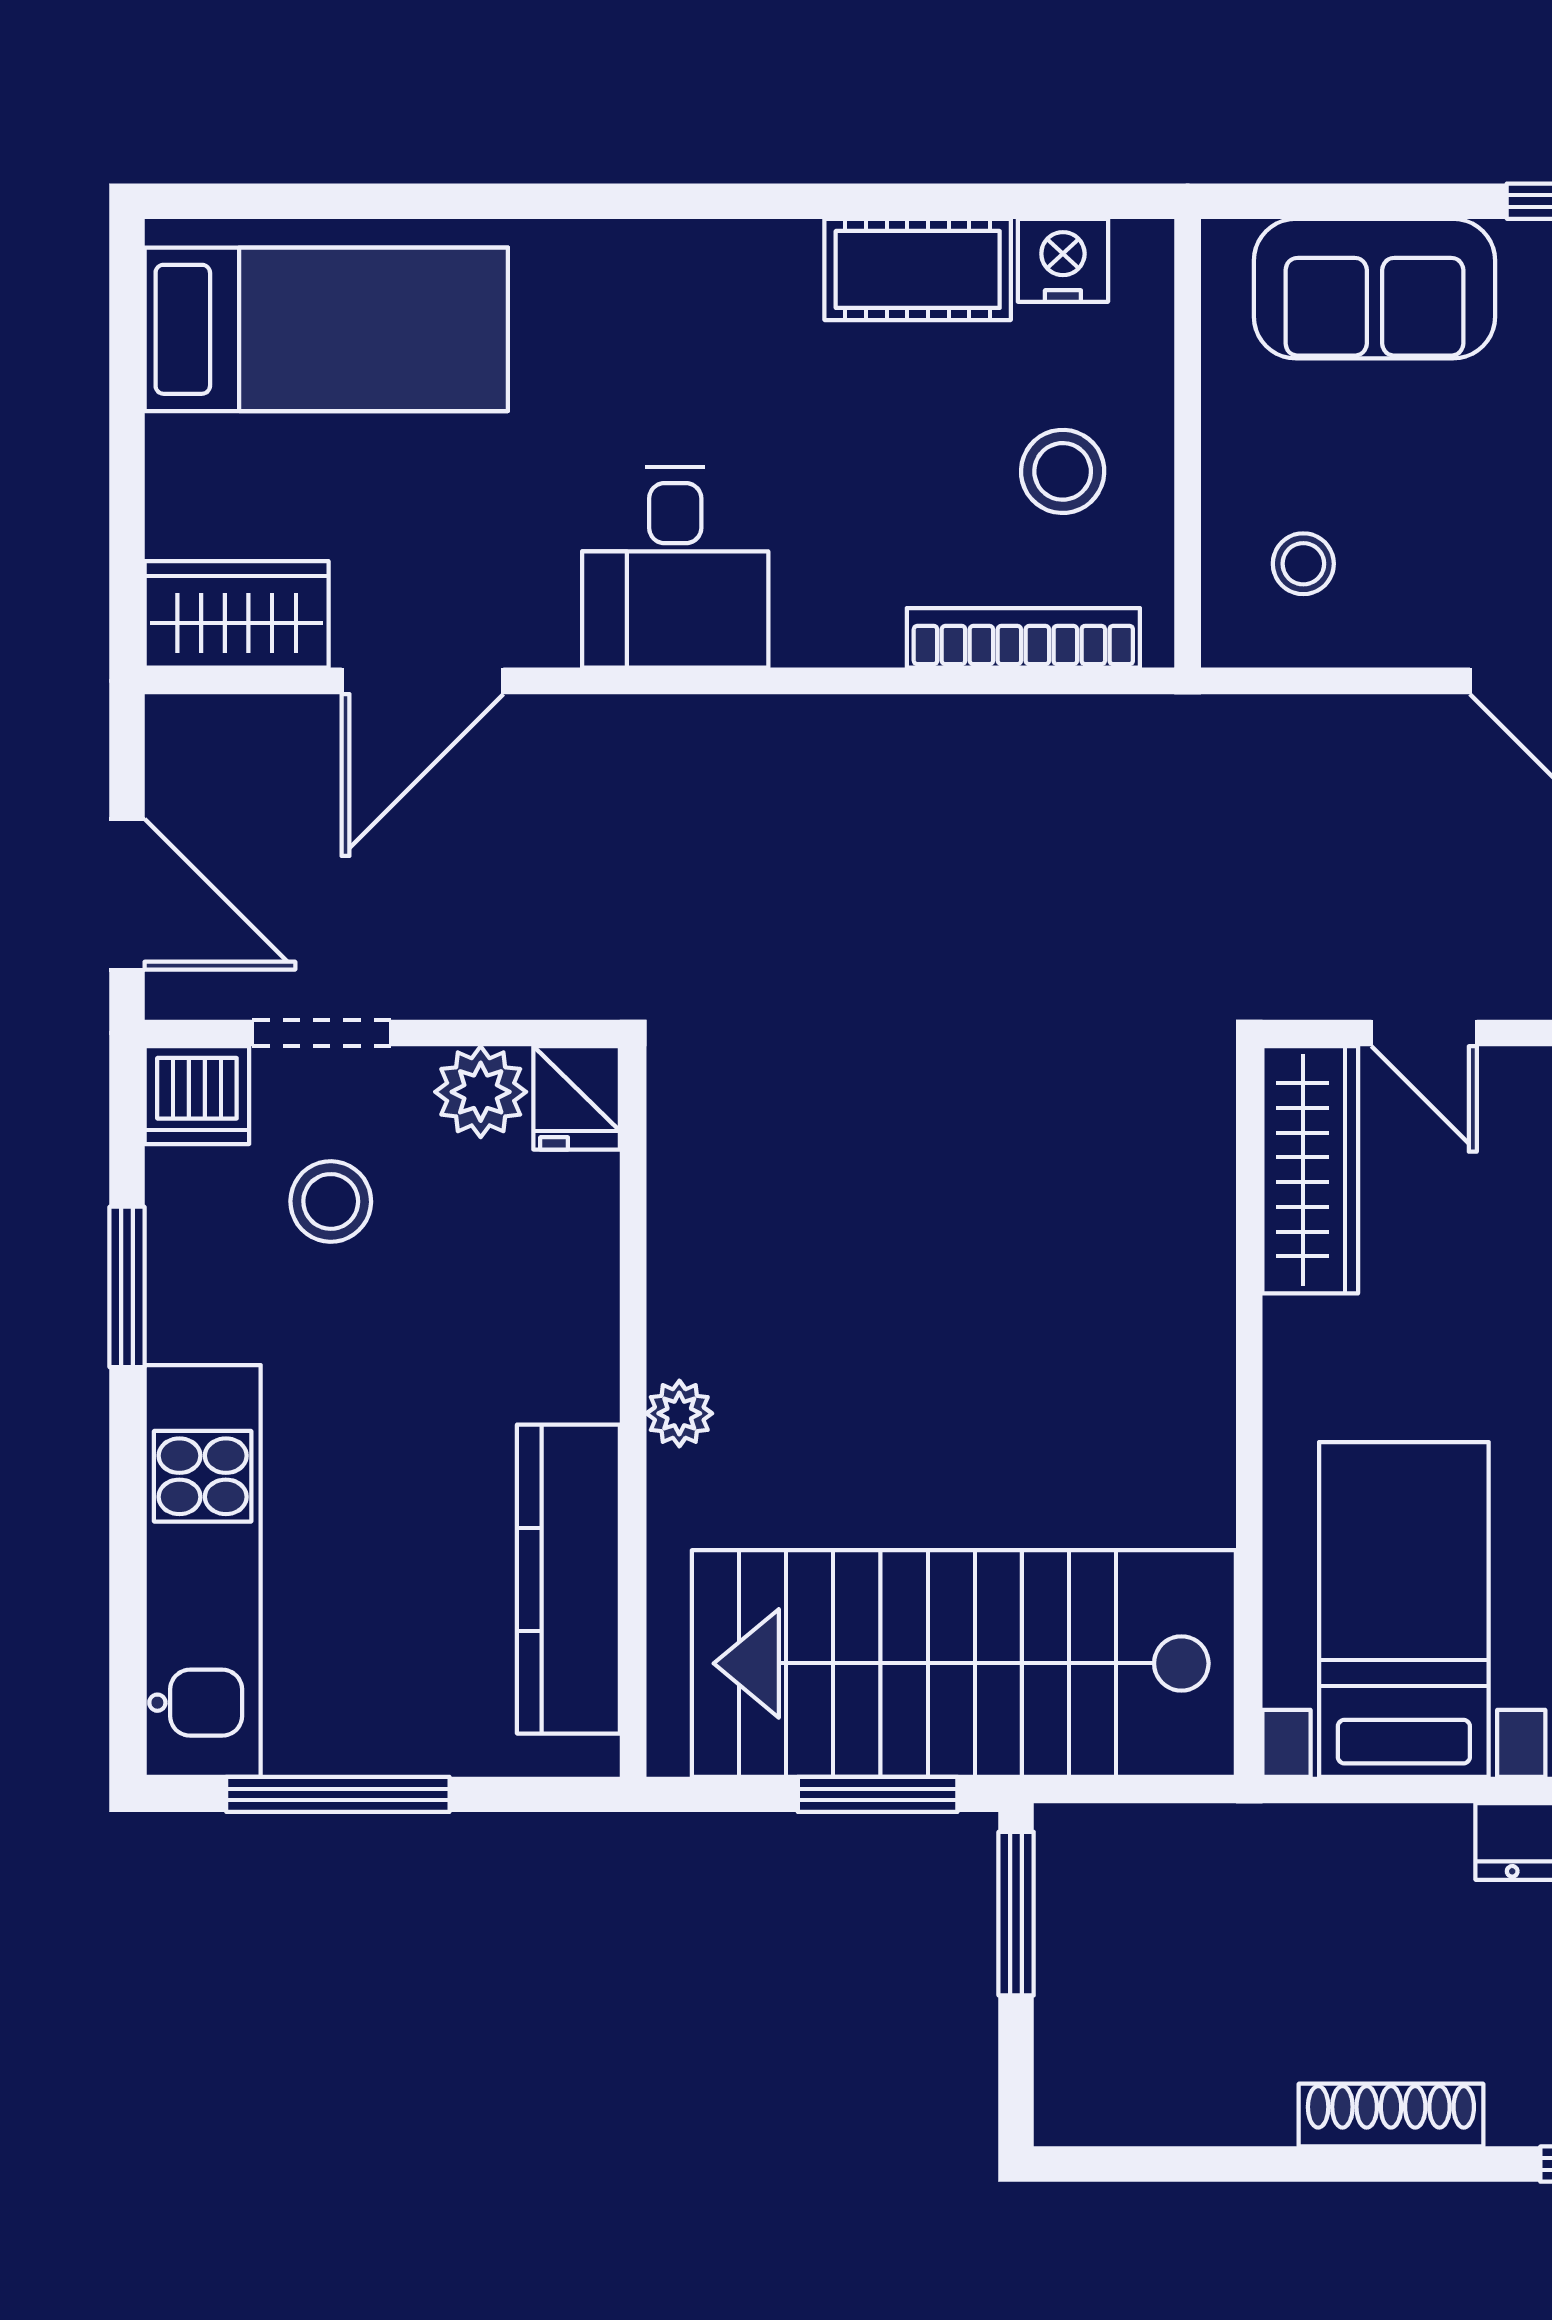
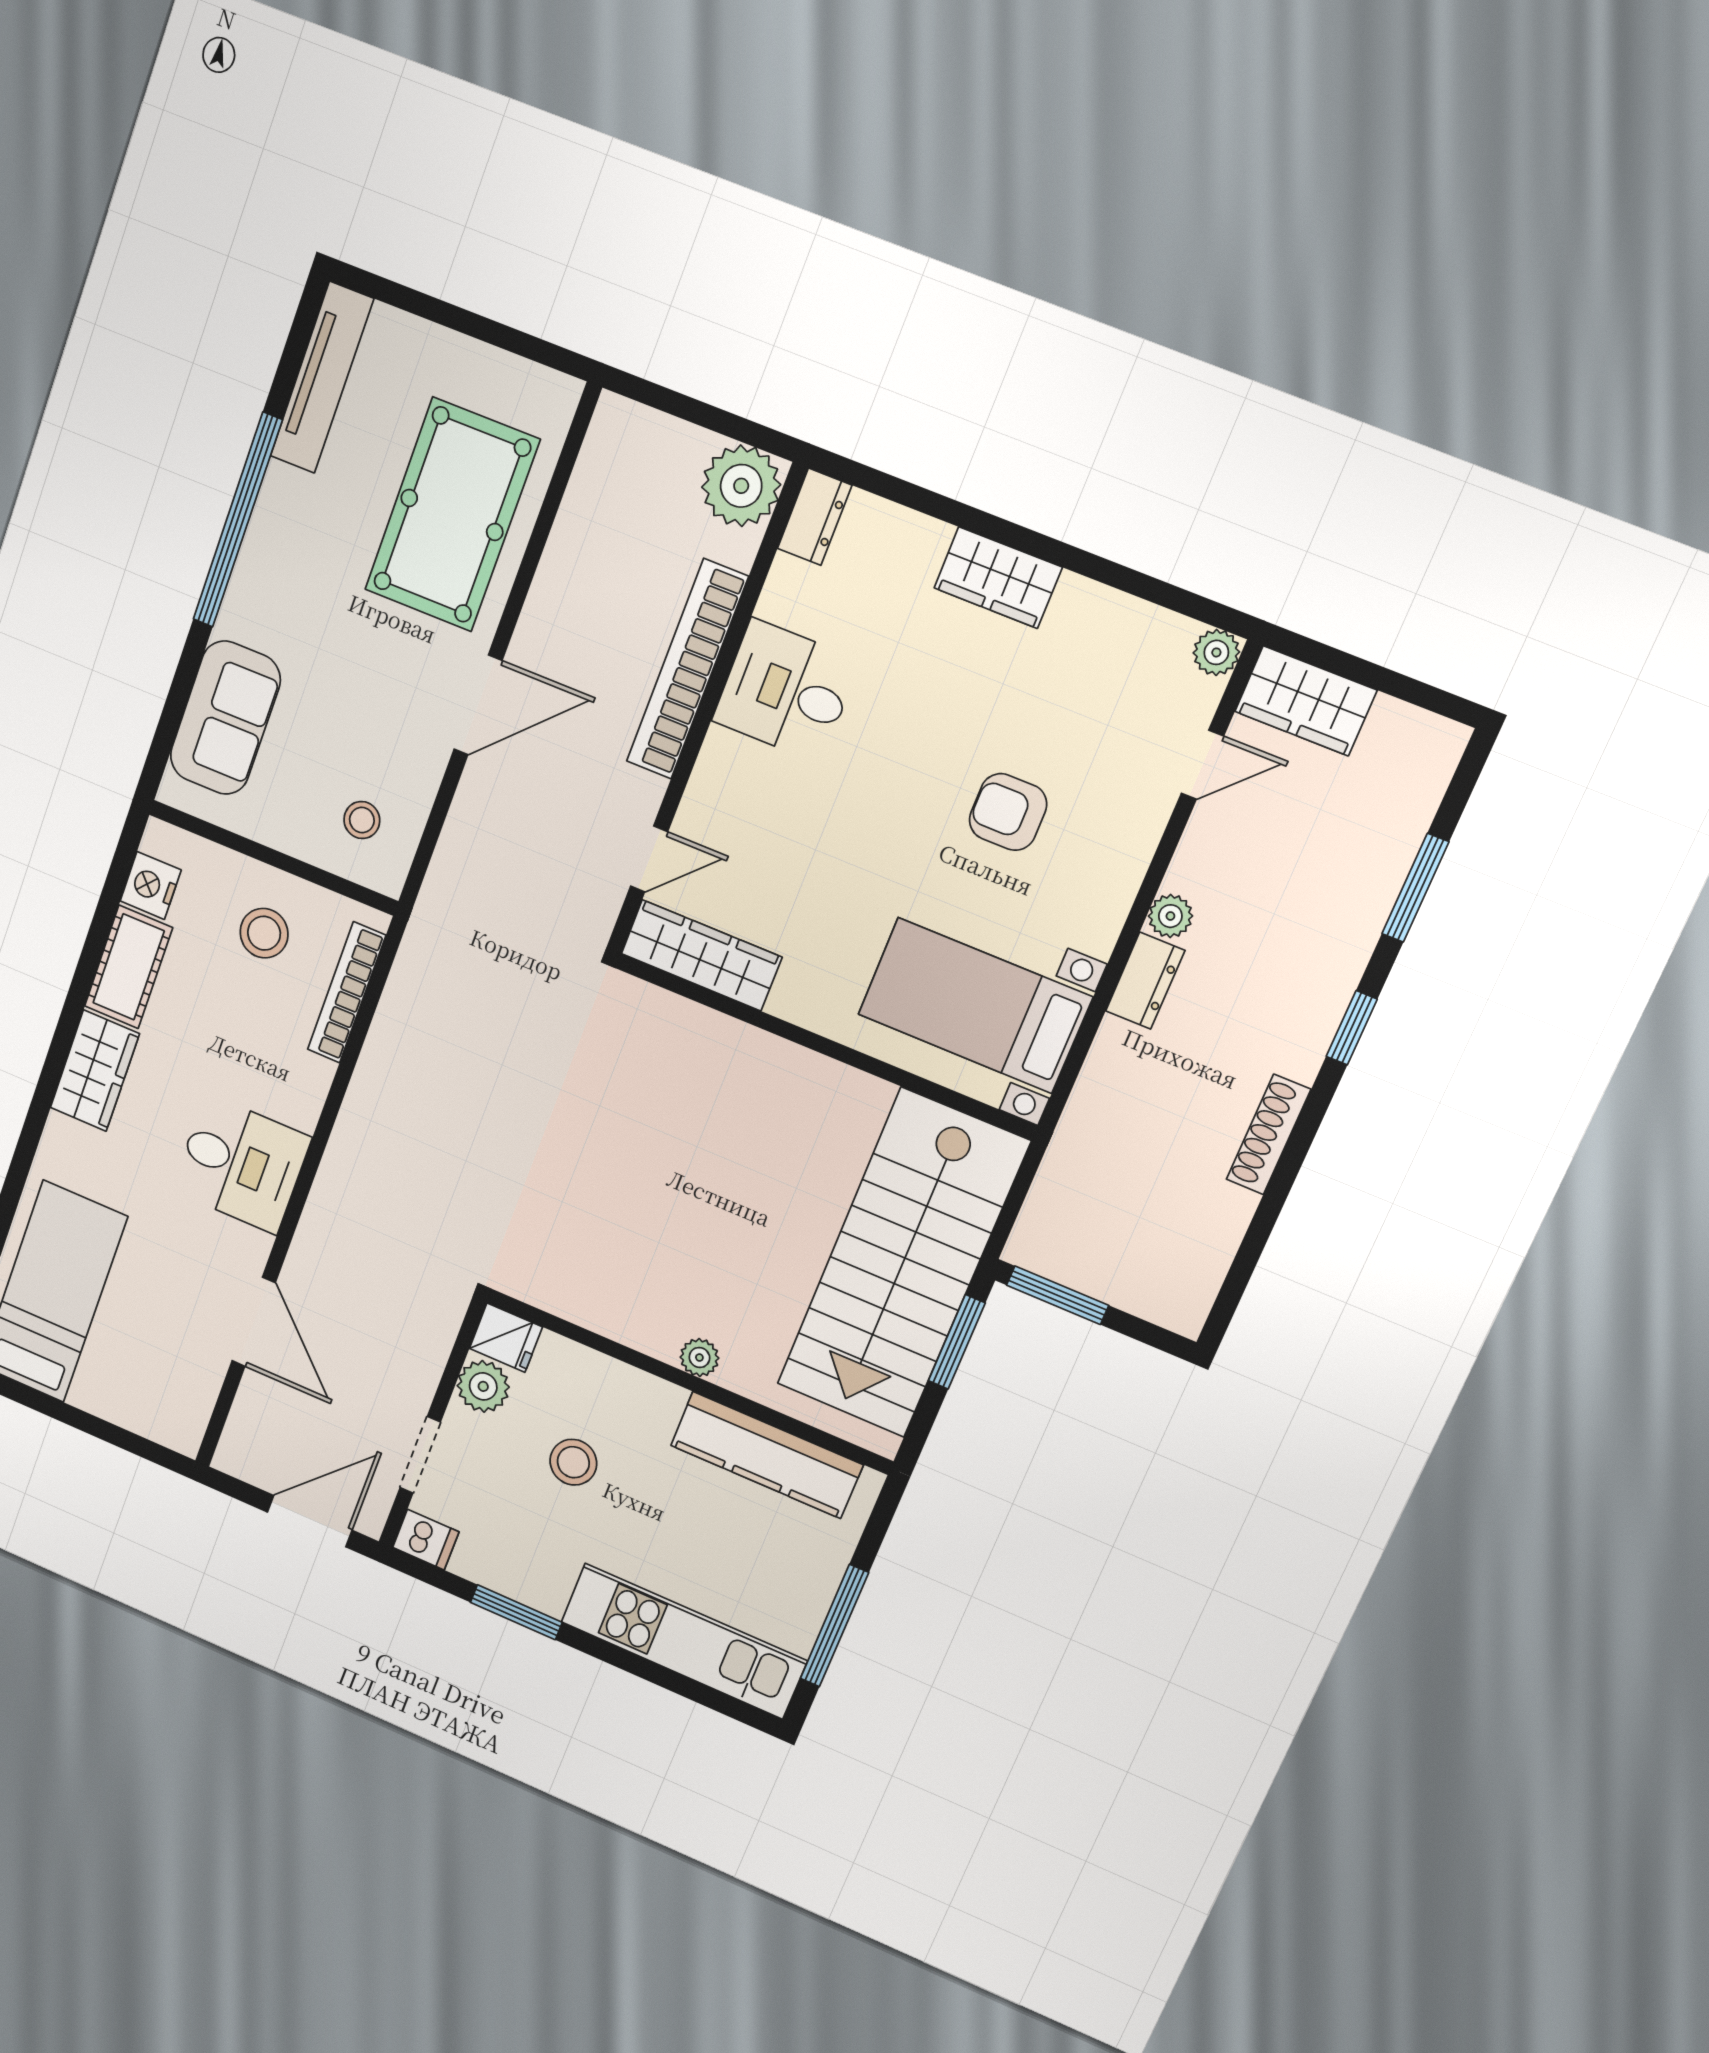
wardrobe: (237, 614) -> (95, 1071), moved, turned 180
dishwasher: (197, 1095) -> (426, 1540), width x0.73
stool: (331, 1201) -> (573, 1462), moved

